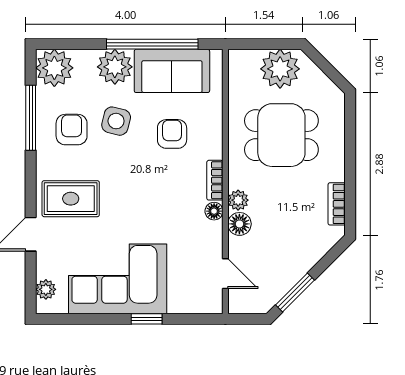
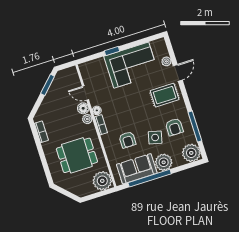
plant: (280, 69) -> (102, 181), moved
door: (225, 274) -> (85, 93), moved
plant: (46, 289) -> (166, 61), moved

